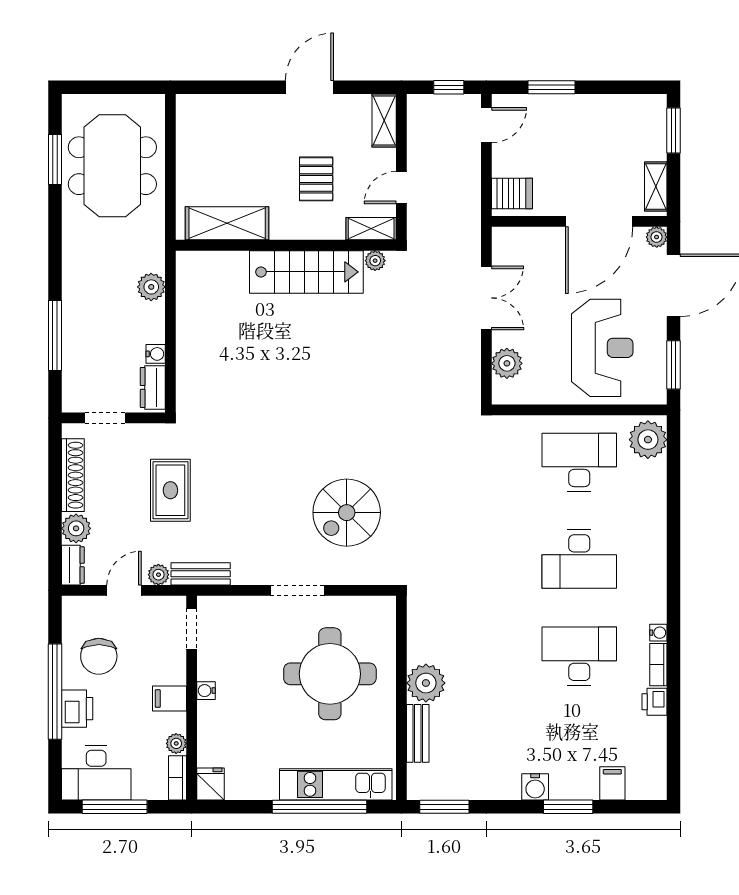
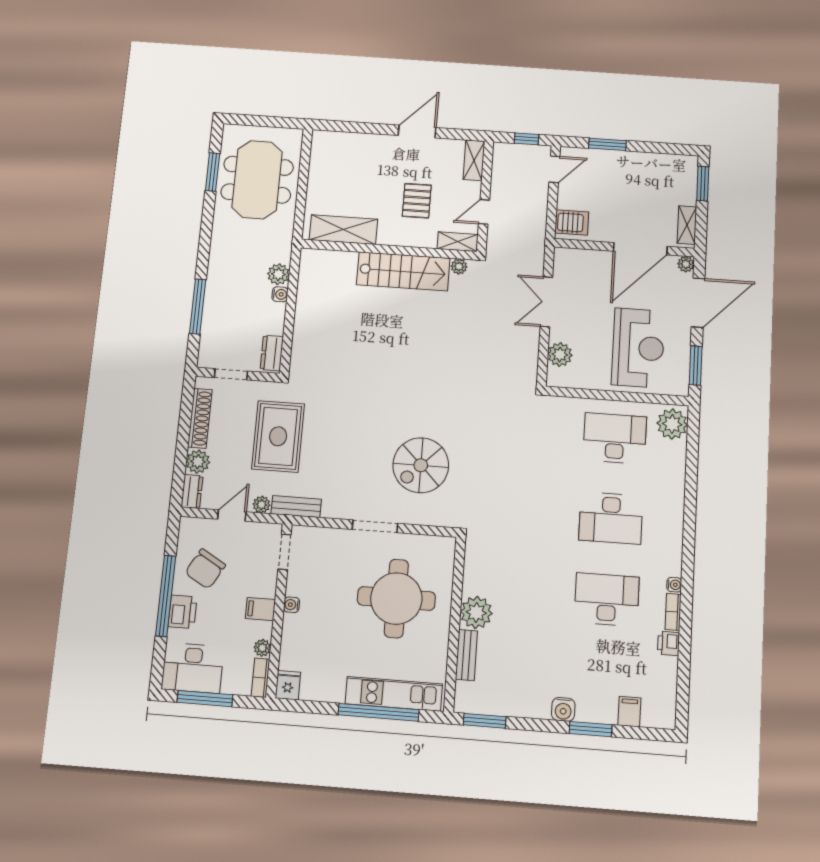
double door: (486, 298) -> (546, 302), swing flipped
water cooler: (156, 354) -> (280, 294), moved
rug: (170, 490) -> (278, 436), width x1.36, depth x1.43
chair: (99, 656) -> (205, 569), turned 30

